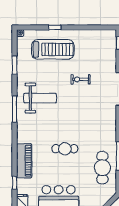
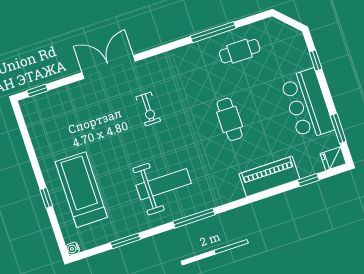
exercise bike: (81, 79) -> (148, 109), moved
weight bench: (40, 98) -> (164, 184), turned 90
cafe table: (102, 168) -> (240, 51), width x0.73, depth x0.74

